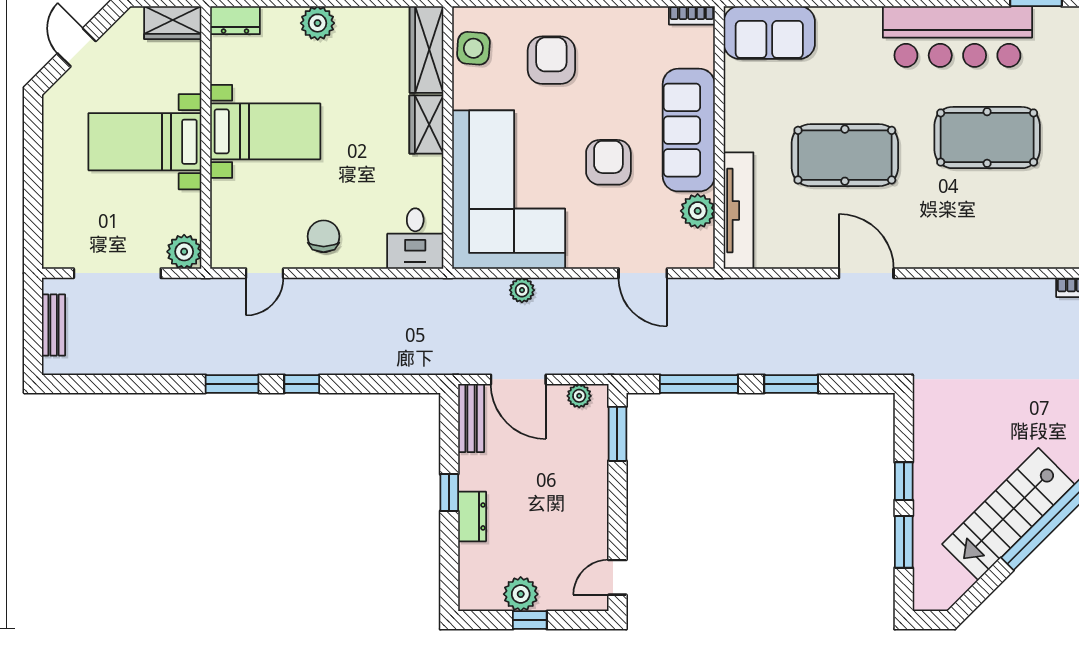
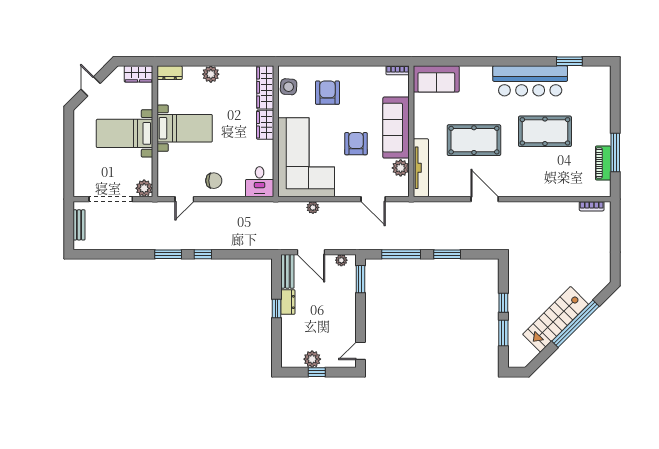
chair: (324, 236) -> (214, 181), turned 90
dresser: (472, 516) -> (288, 302), moved

